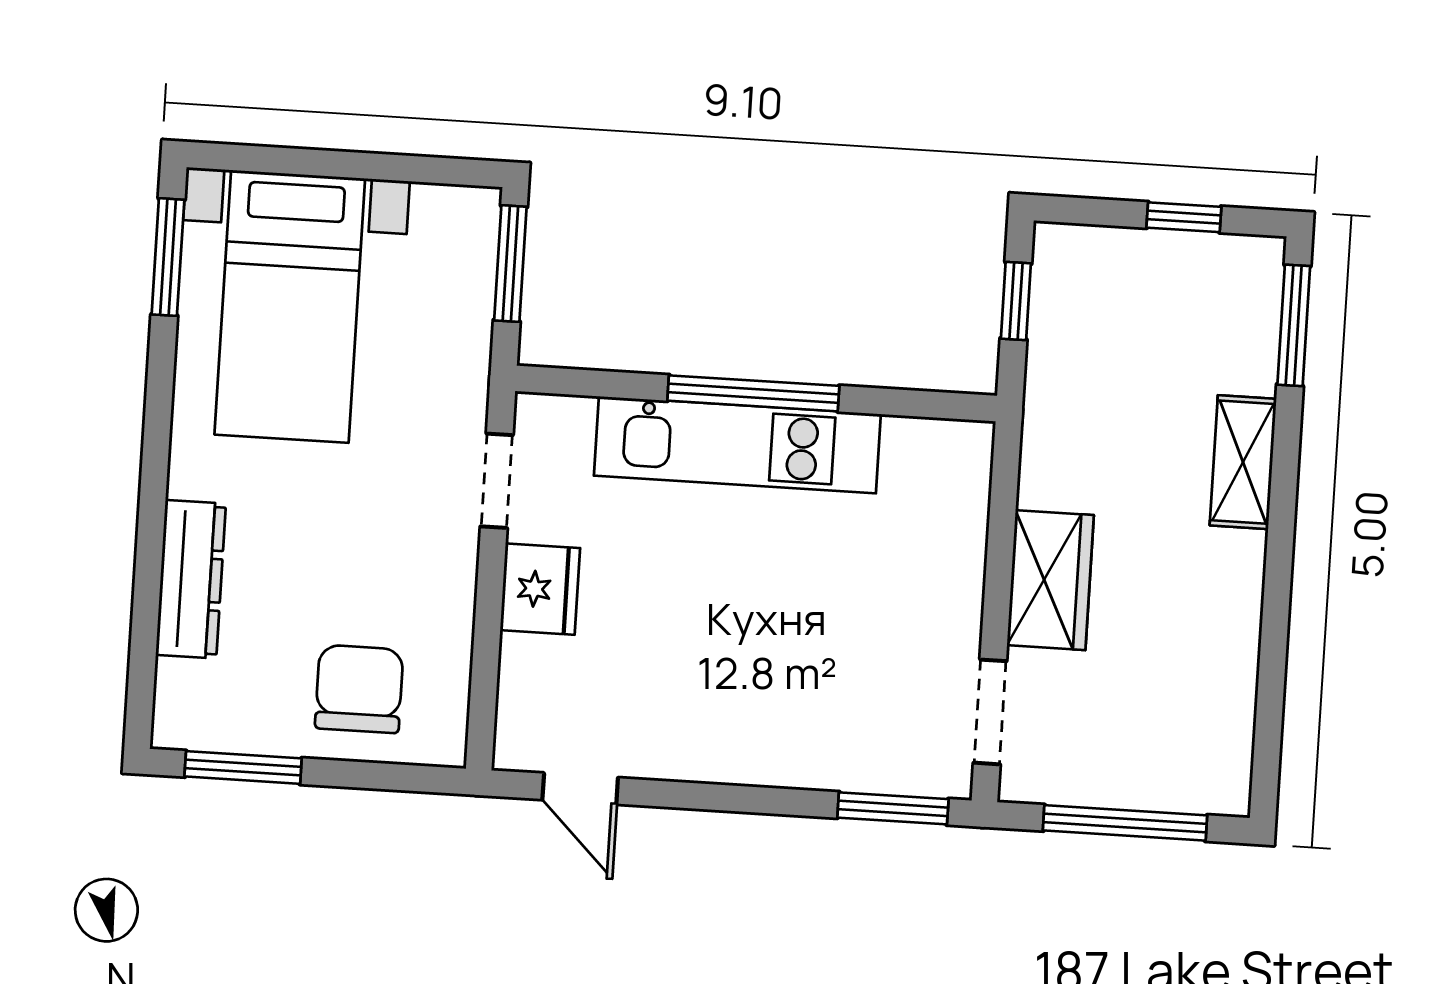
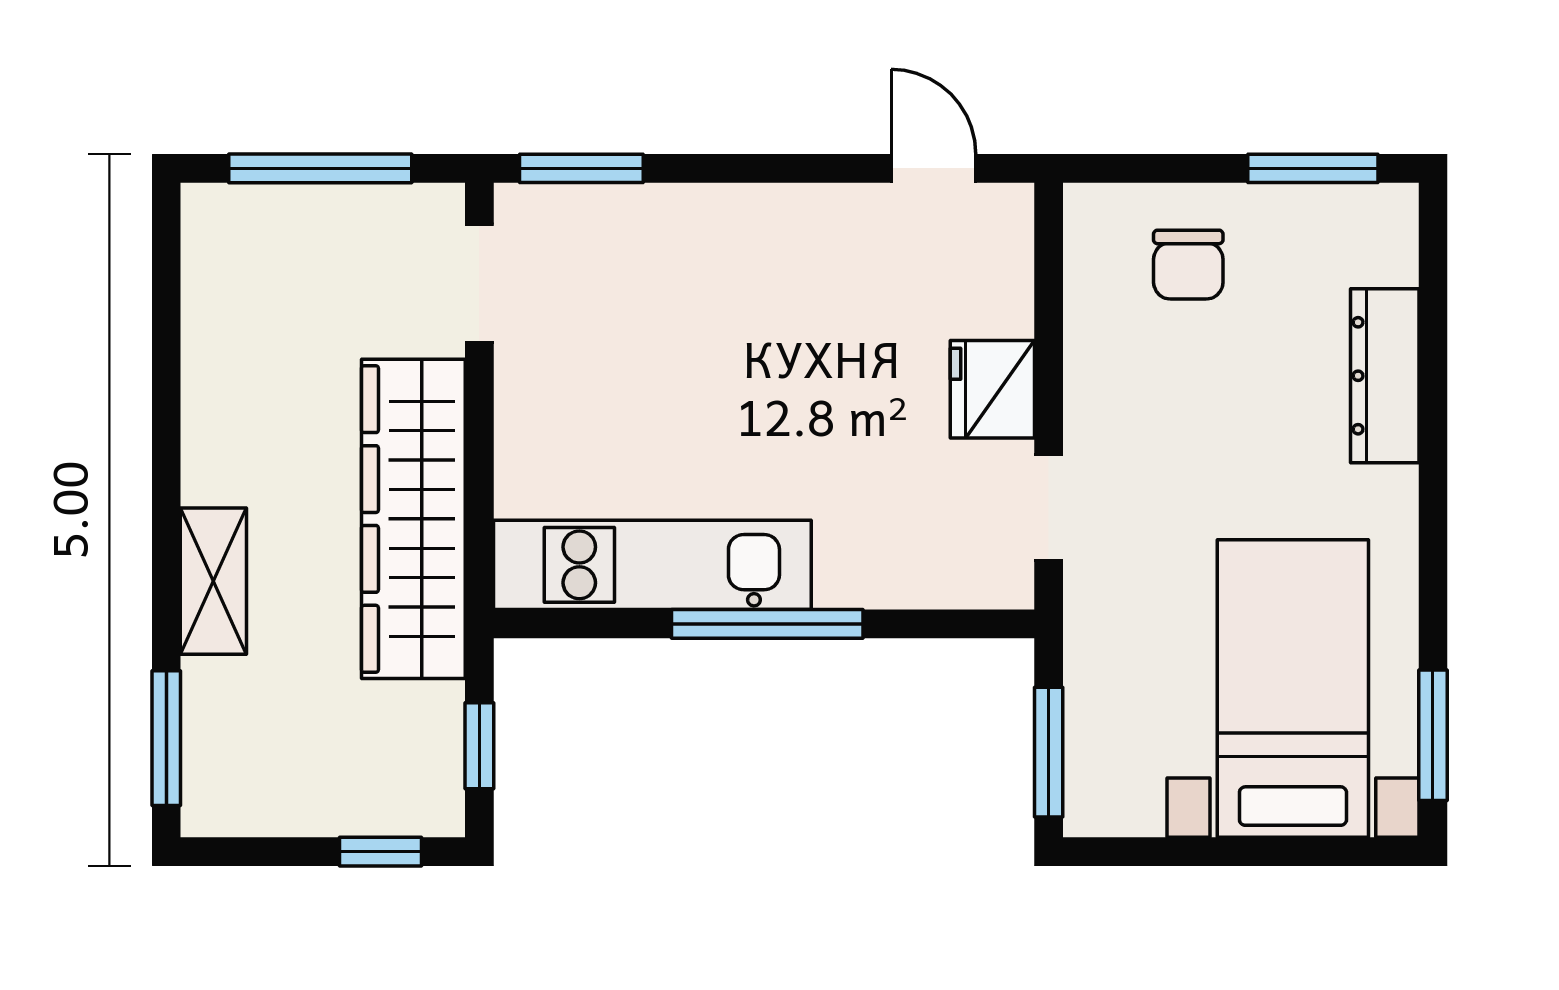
window: (1184, 217) -> (381, 852), moved
kitchen unit: (737, 445) -> (652, 565), moved
wardrobe: (1050, 580) -> (413, 519), width x2.10, depth x1.17
chair: (359, 689) -> (1188, 265), width x0.73, depth x0.73

